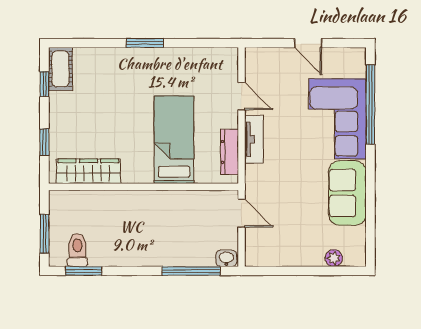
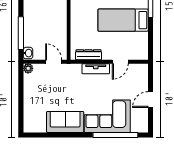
bed: (174, 140) -> (123, 20), moved, turned 180
door: (241, 213) -> (54, 62), swing flipped
plant: (334, 258) -> (28, 68), moved

